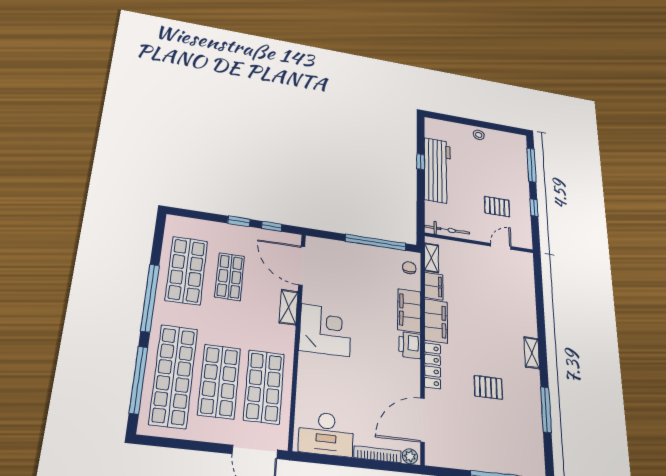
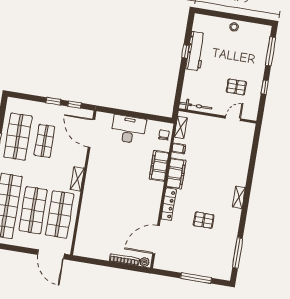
workbench: (437, 170) -> (196, 51), width x0.73, depth x0.76
window: (376, 242) -> (143, 116), removed
filing cabinet: (434, 286) -> (179, 148), width x0.50
shelving: (289, 307) -> (77, 179), moved
corner desk: (325, 330) -> (102, 178), removed
printer: (410, 345) -> (156, 190), removed
window: (546, 410) -> (238, 253), moved
desk: (326, 434) -> (128, 129), moved, turned 180

